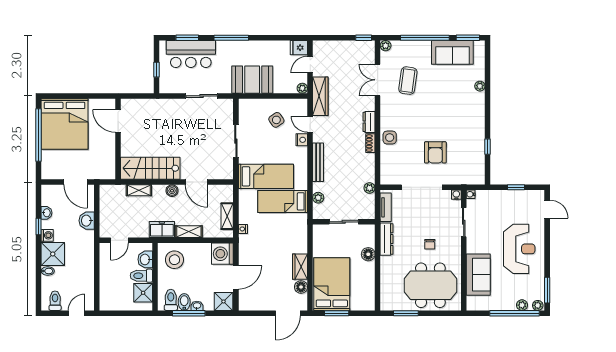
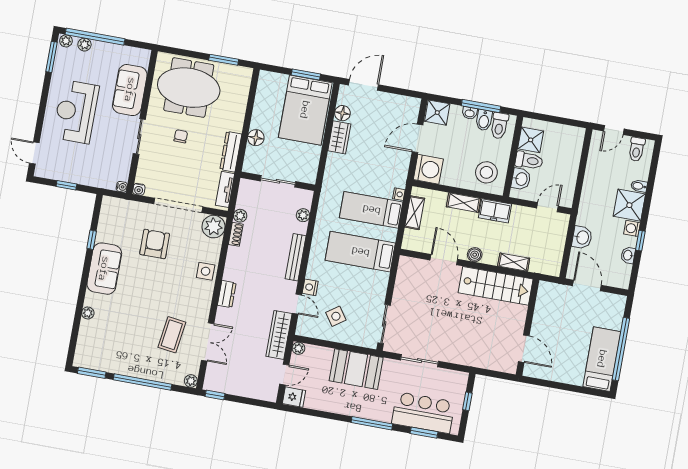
sofa: (452, 52) -> (104, 269), moved, turned 90
bed: (65, 124) -> (602, 359), width x0.49
sliding door: (236, 141) -> (384, 324), moved
shoe rack: (370, 143) -> (236, 234), moved
plant: (390, 175) -> (214, 227), added
bed: (283, 201) -> (371, 210), moved, turned 180
sliding door: (464, 222) -> (139, 137), moved

